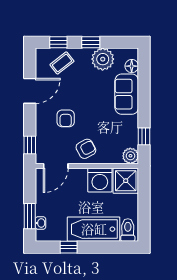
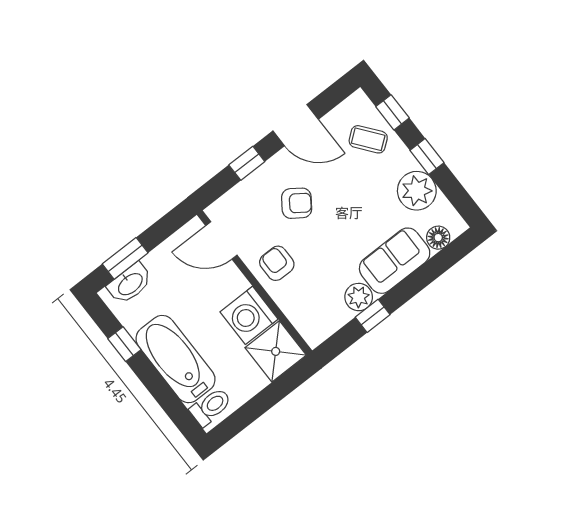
armchair: (66, 118) -> (297, 203), turned -145
window: (144, 136) -> (373, 316), moved
window: (30, 145) -> (247, 163), moved
armchair: (86, 149) -> (277, 263), turned -152
plant: (130, 156) -> (359, 297), moved
washbasin: (41, 223) -> (130, 284), width x1.91, depth x1.45

